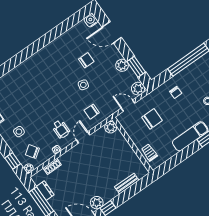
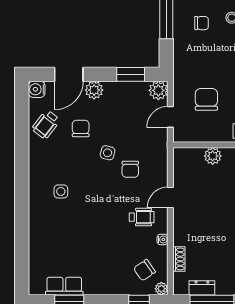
wheelchair: (75, 39) -> (46, 125), added
plant: (122, 65) -> (94, 90), moved
chair: (176, 92) -> (201, 23), moved
chair: (92, 112) -> (130, 169), moved
plant: (111, 127) -> (213, 156), moved
side table: (19, 132) -> (61, 191), moved
door: (83, 137) -> (170, 198), hinge flipped

